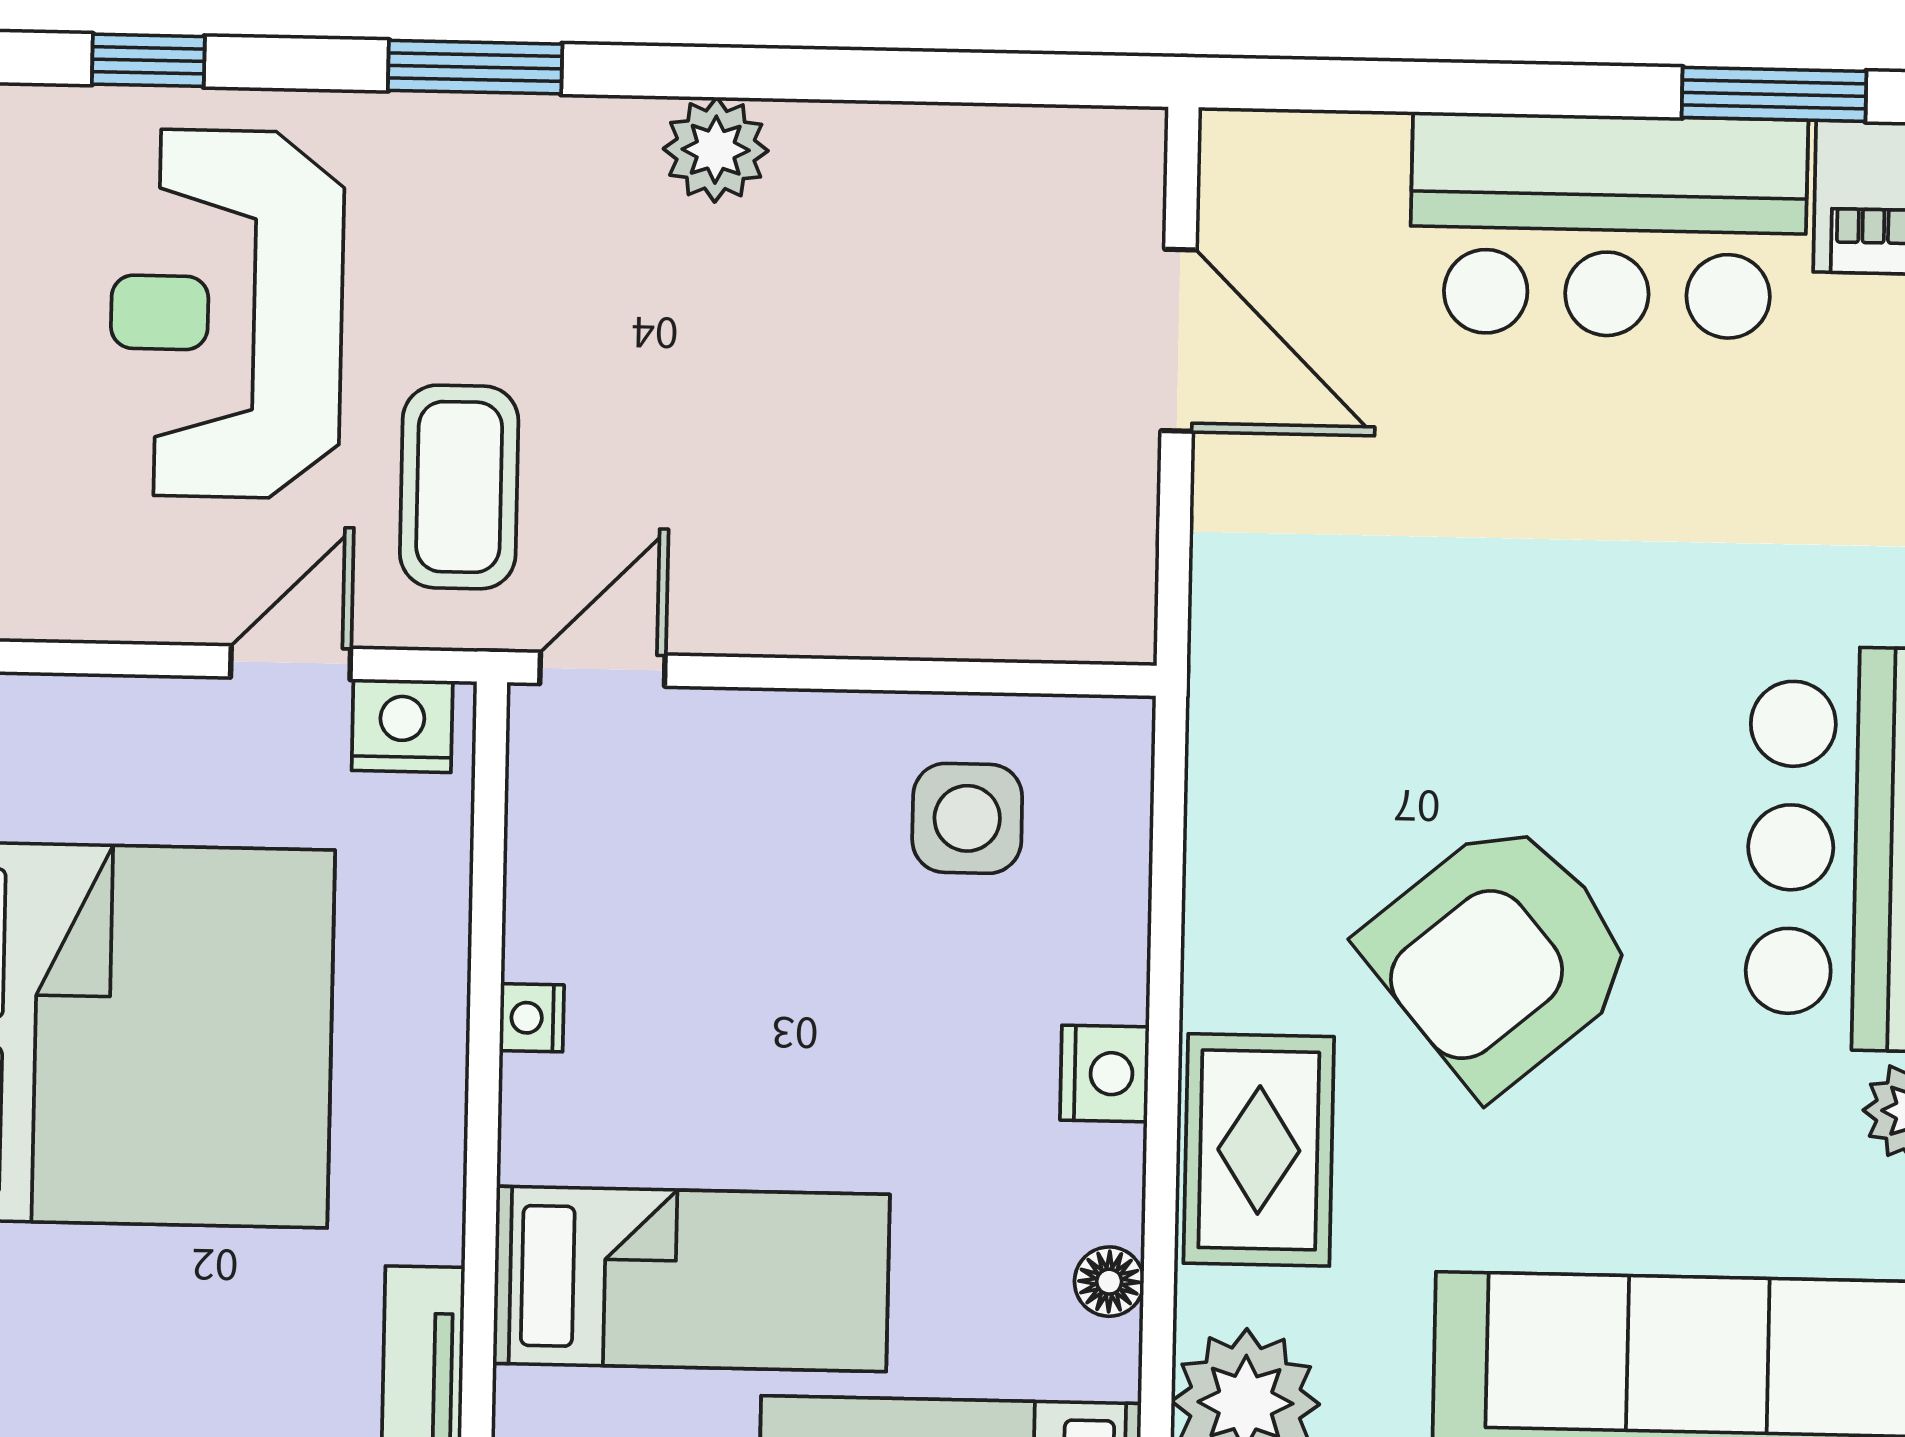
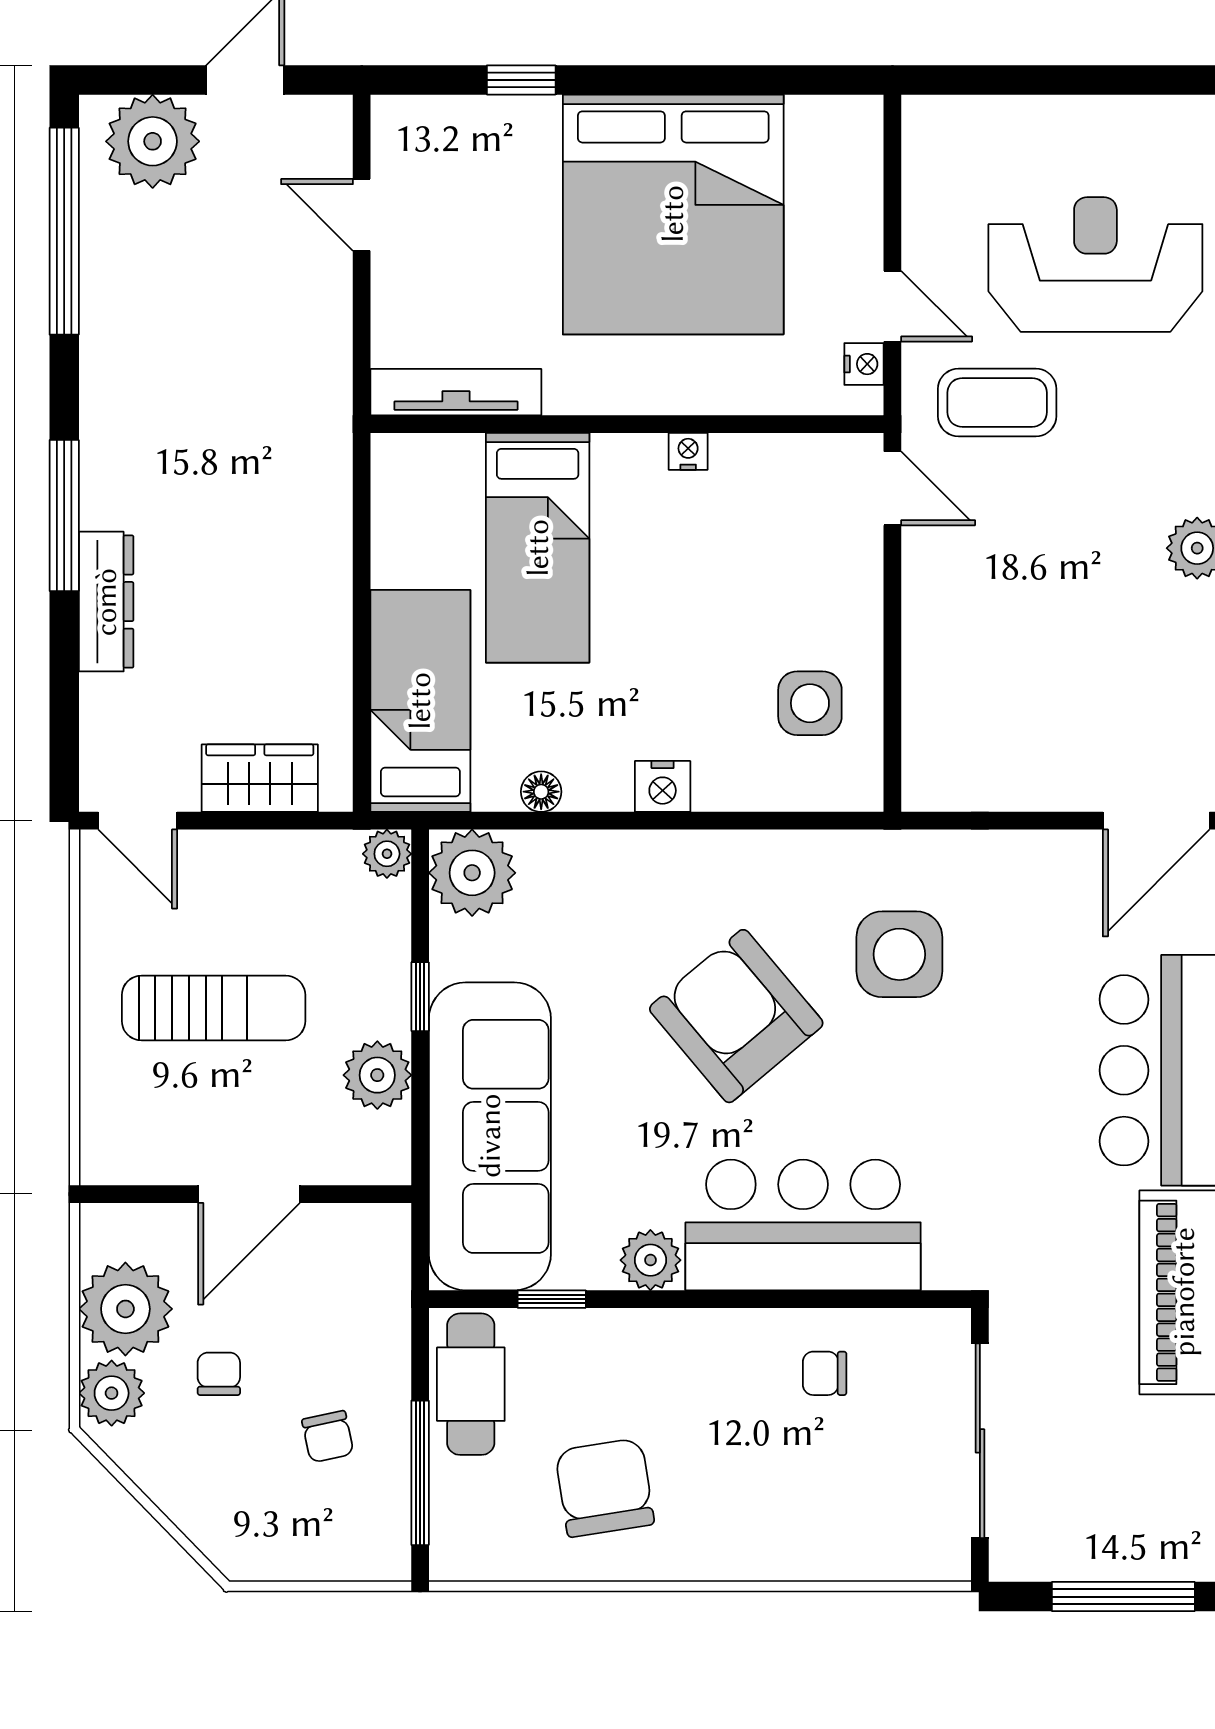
door: (1179, 340) -> (1156, 821), moved
side table: (1400, 674) -> (899, 954), added
nightstand: (402, 726) -> (864, 364), width x0.72, depth x0.74
rug: (1259, 1150) -> (620, 877), removed

